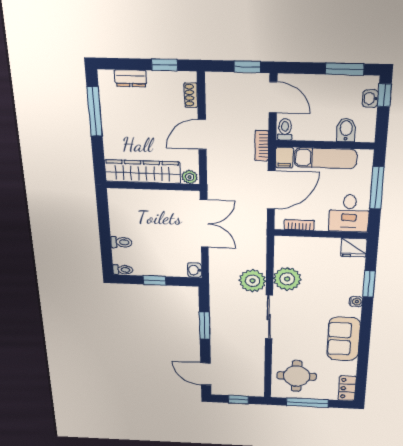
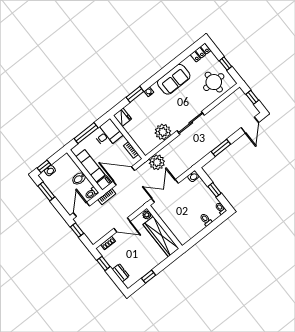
window: (95, 112) -> (148, 277), width x0.46
bidet: (346, 130) -> (79, 178), moved
plant: (253, 281) -> (157, 162), moved
window: (307, 403) -> (226, 64), width x0.46

